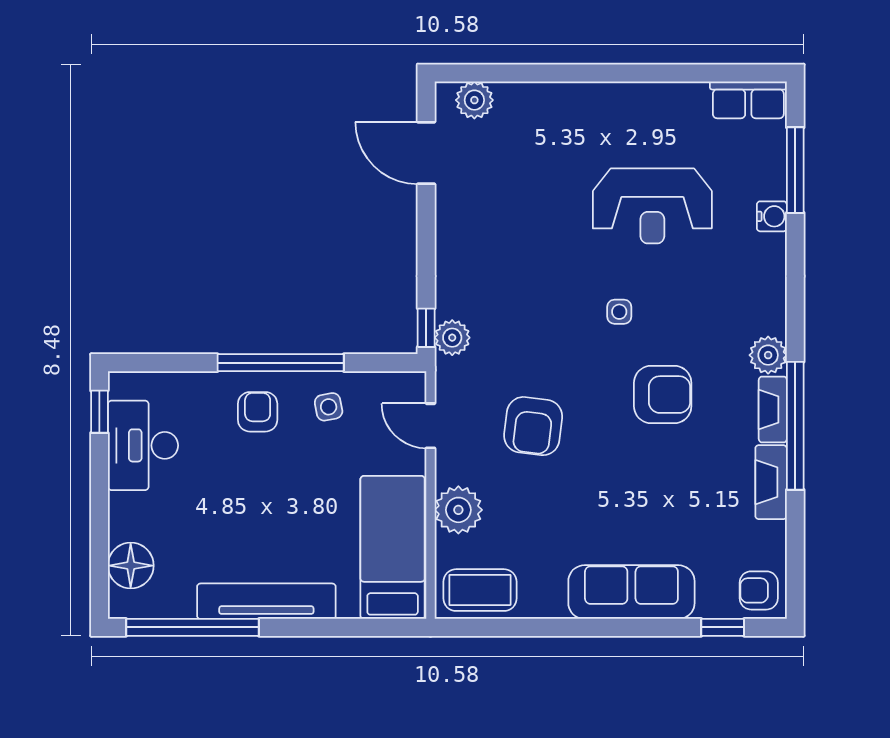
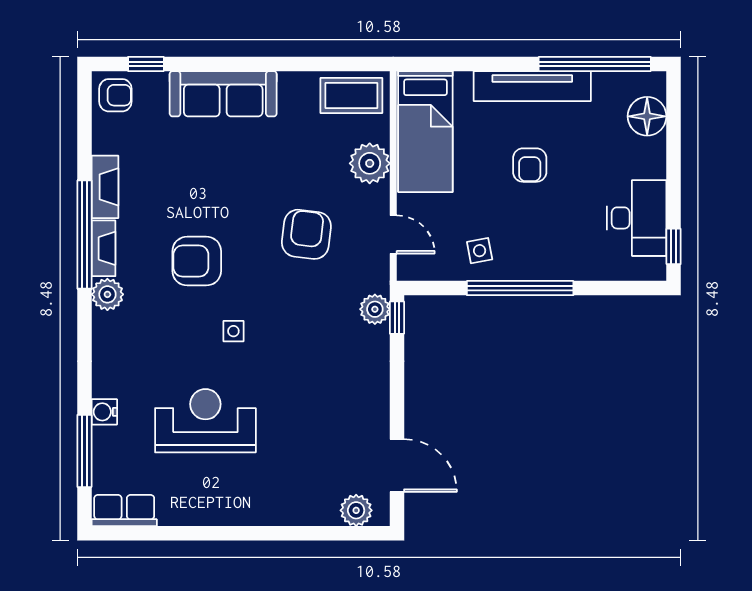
armchair: (258, 412) -> (530, 165), moved

